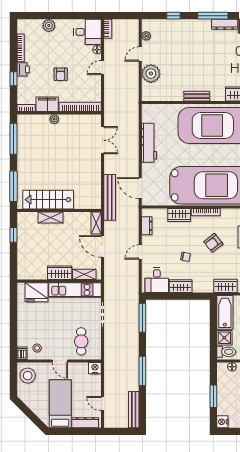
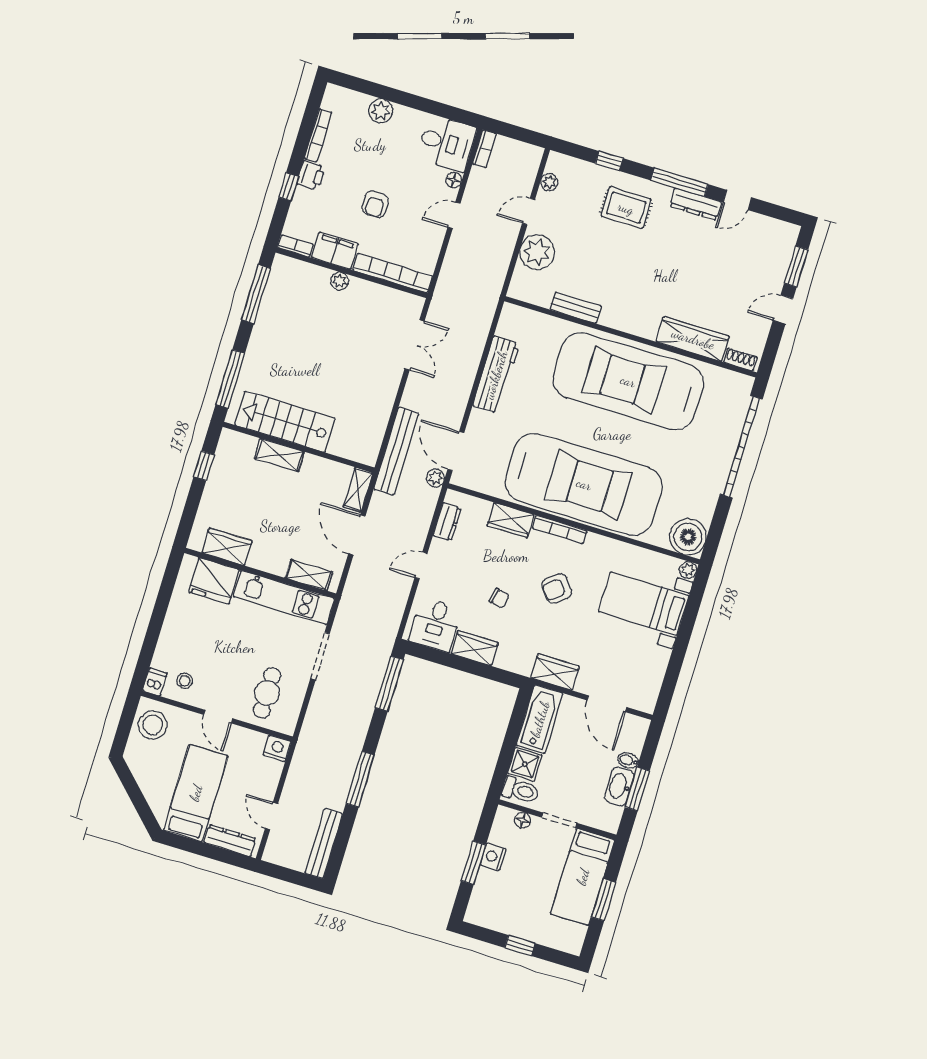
rug: (190, 37) -> (626, 208), added
bench: (197, 96) -> (576, 308), moved
plant: (134, 205) -> (435, 478), added
wardrobe: (60, 273) -> (227, 547), moved
nightstand: (222, 422) -> (493, 857), moved

